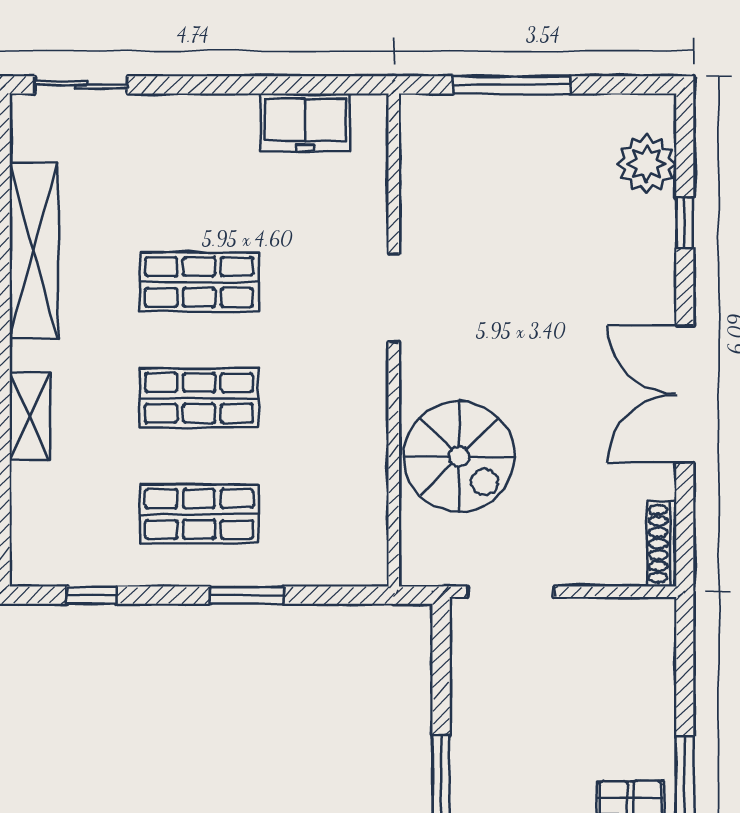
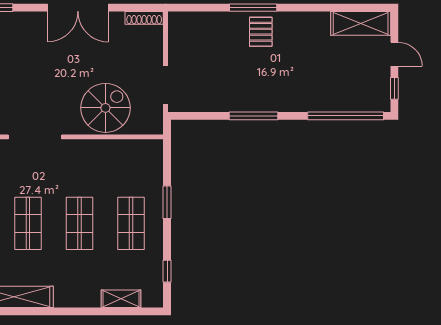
doorway: (394, 298) -> (35, 137), width x1.36
shelving: (30, 416) -> (121, 299), moved

